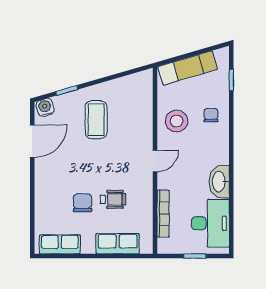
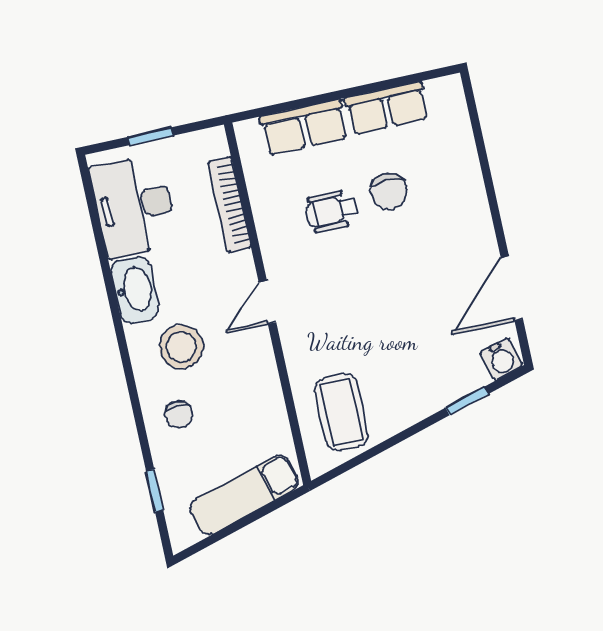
coffee table: (96, 120) -> (341, 412), moved
stool: (177, 121) -> (181, 347), moved
row of seats: (60, 244) -> (387, 108), moved

